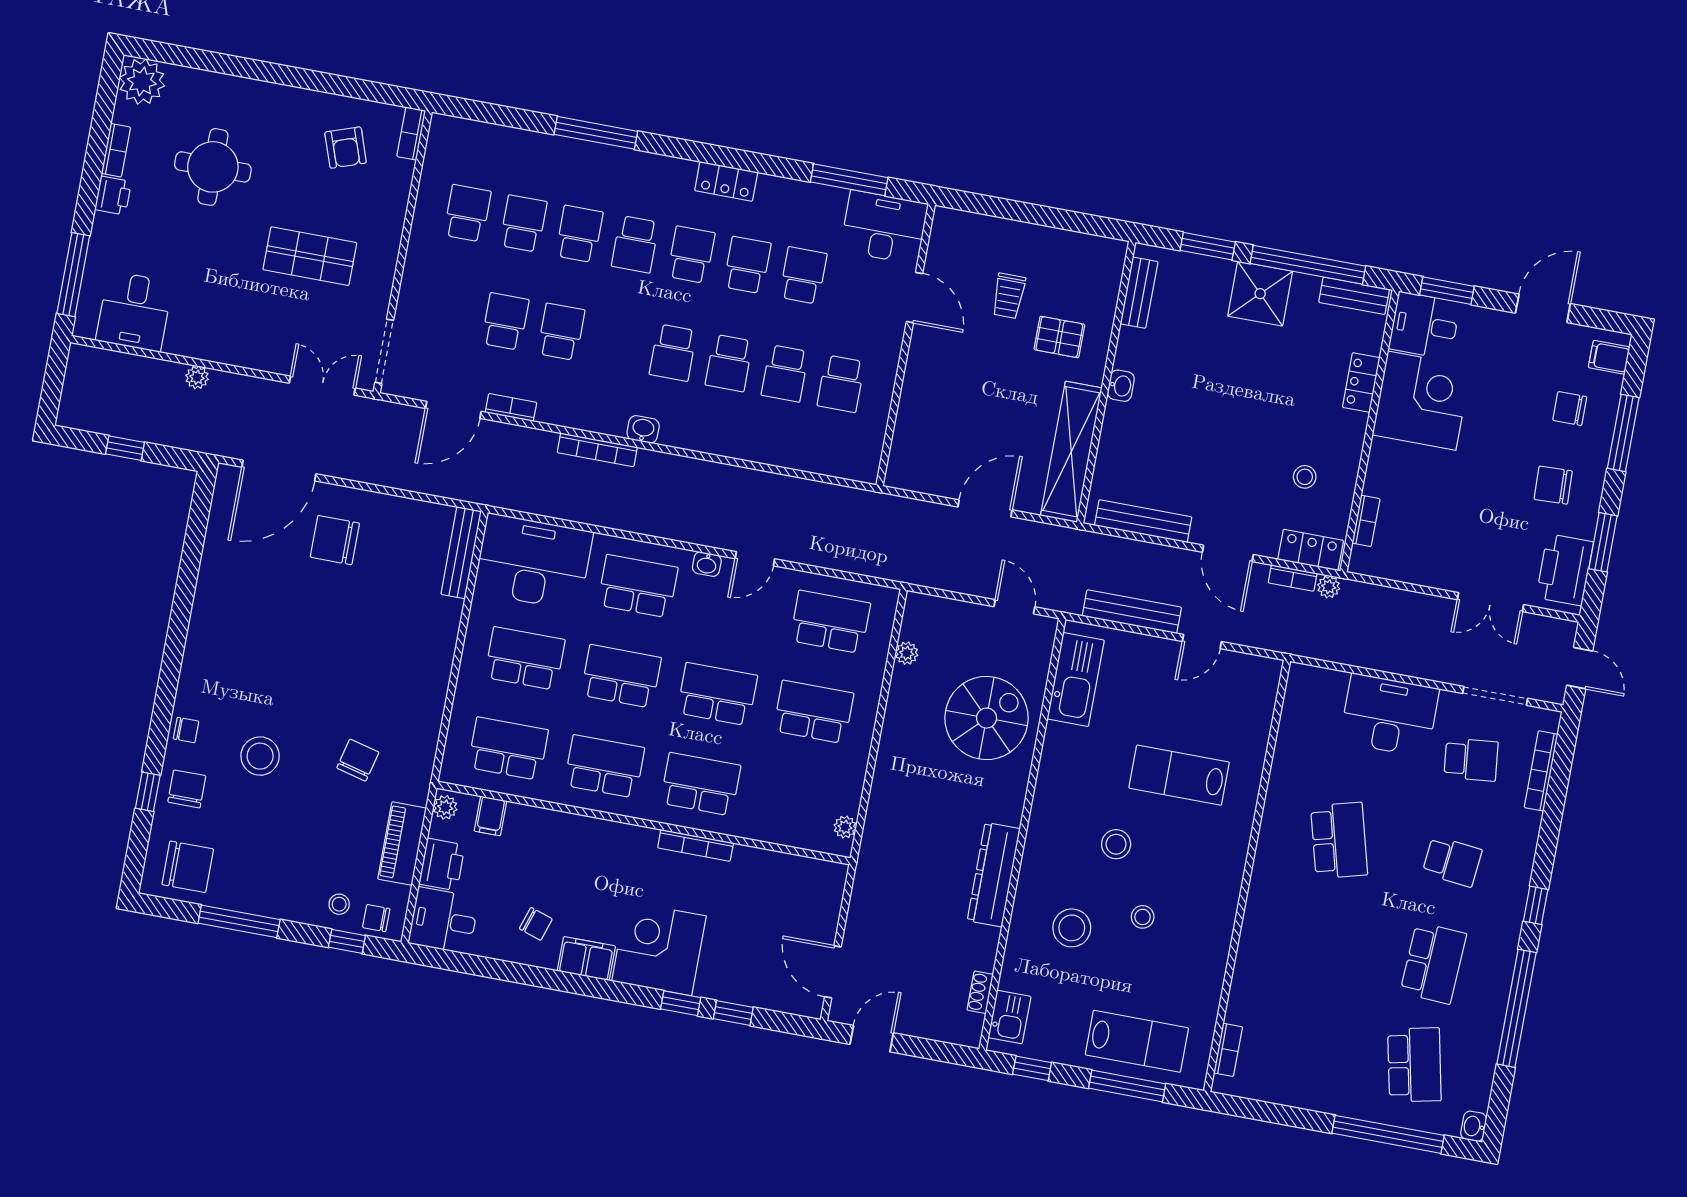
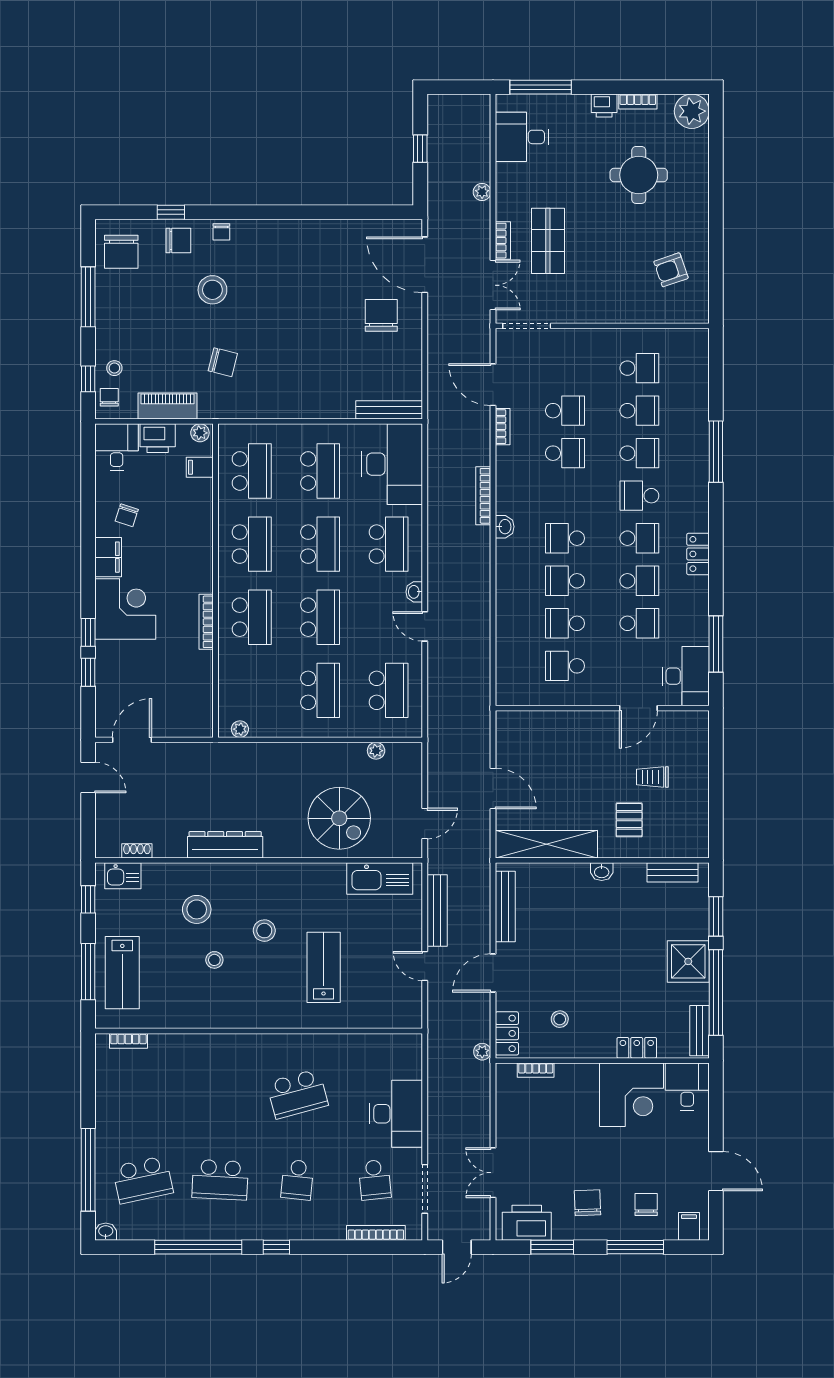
bookcase: (411, 134) -> (503, 241), moved, turned 90
shop shelf: (310, 256) -> (548, 241), moved
window: (1447, 291) -> (716, 1098), removed
bookcase: (1293, 578) -> (484, 1024), removed

